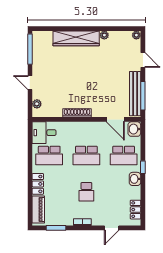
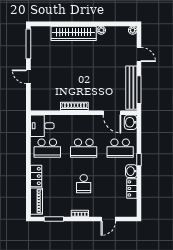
plant: (37, 104) -> (35, 98), removed
locker: (136, 210) -> (132, 188), moved

